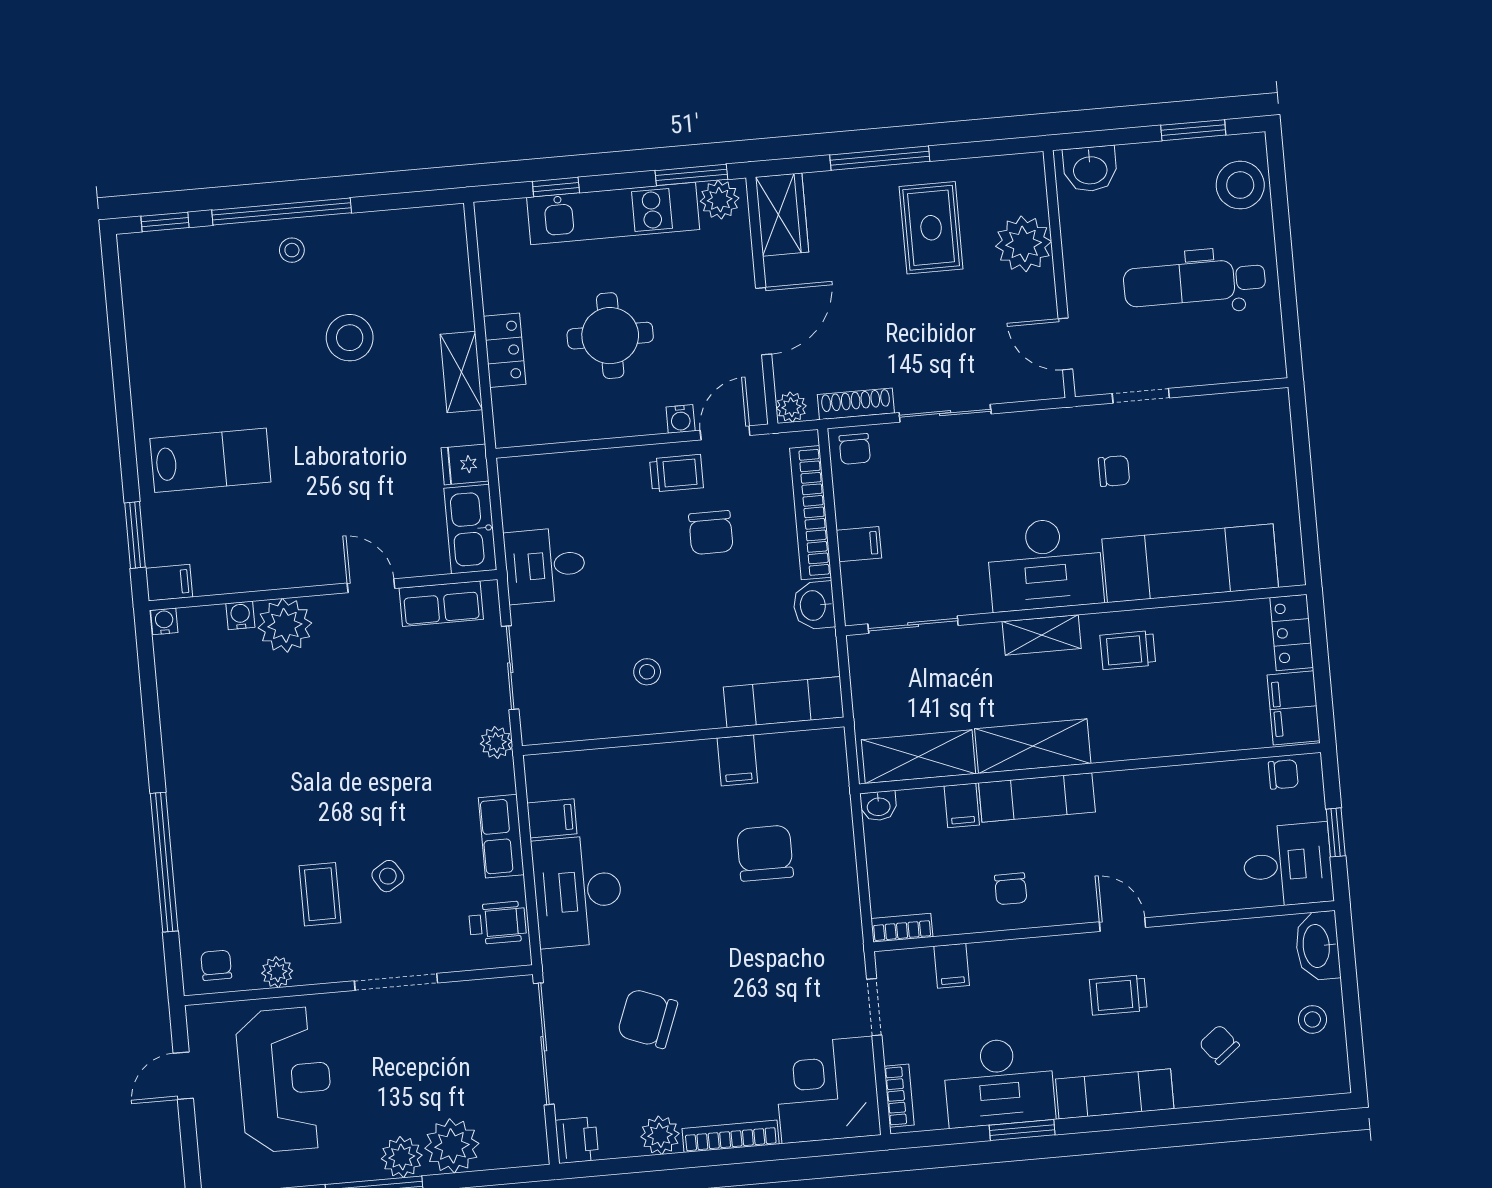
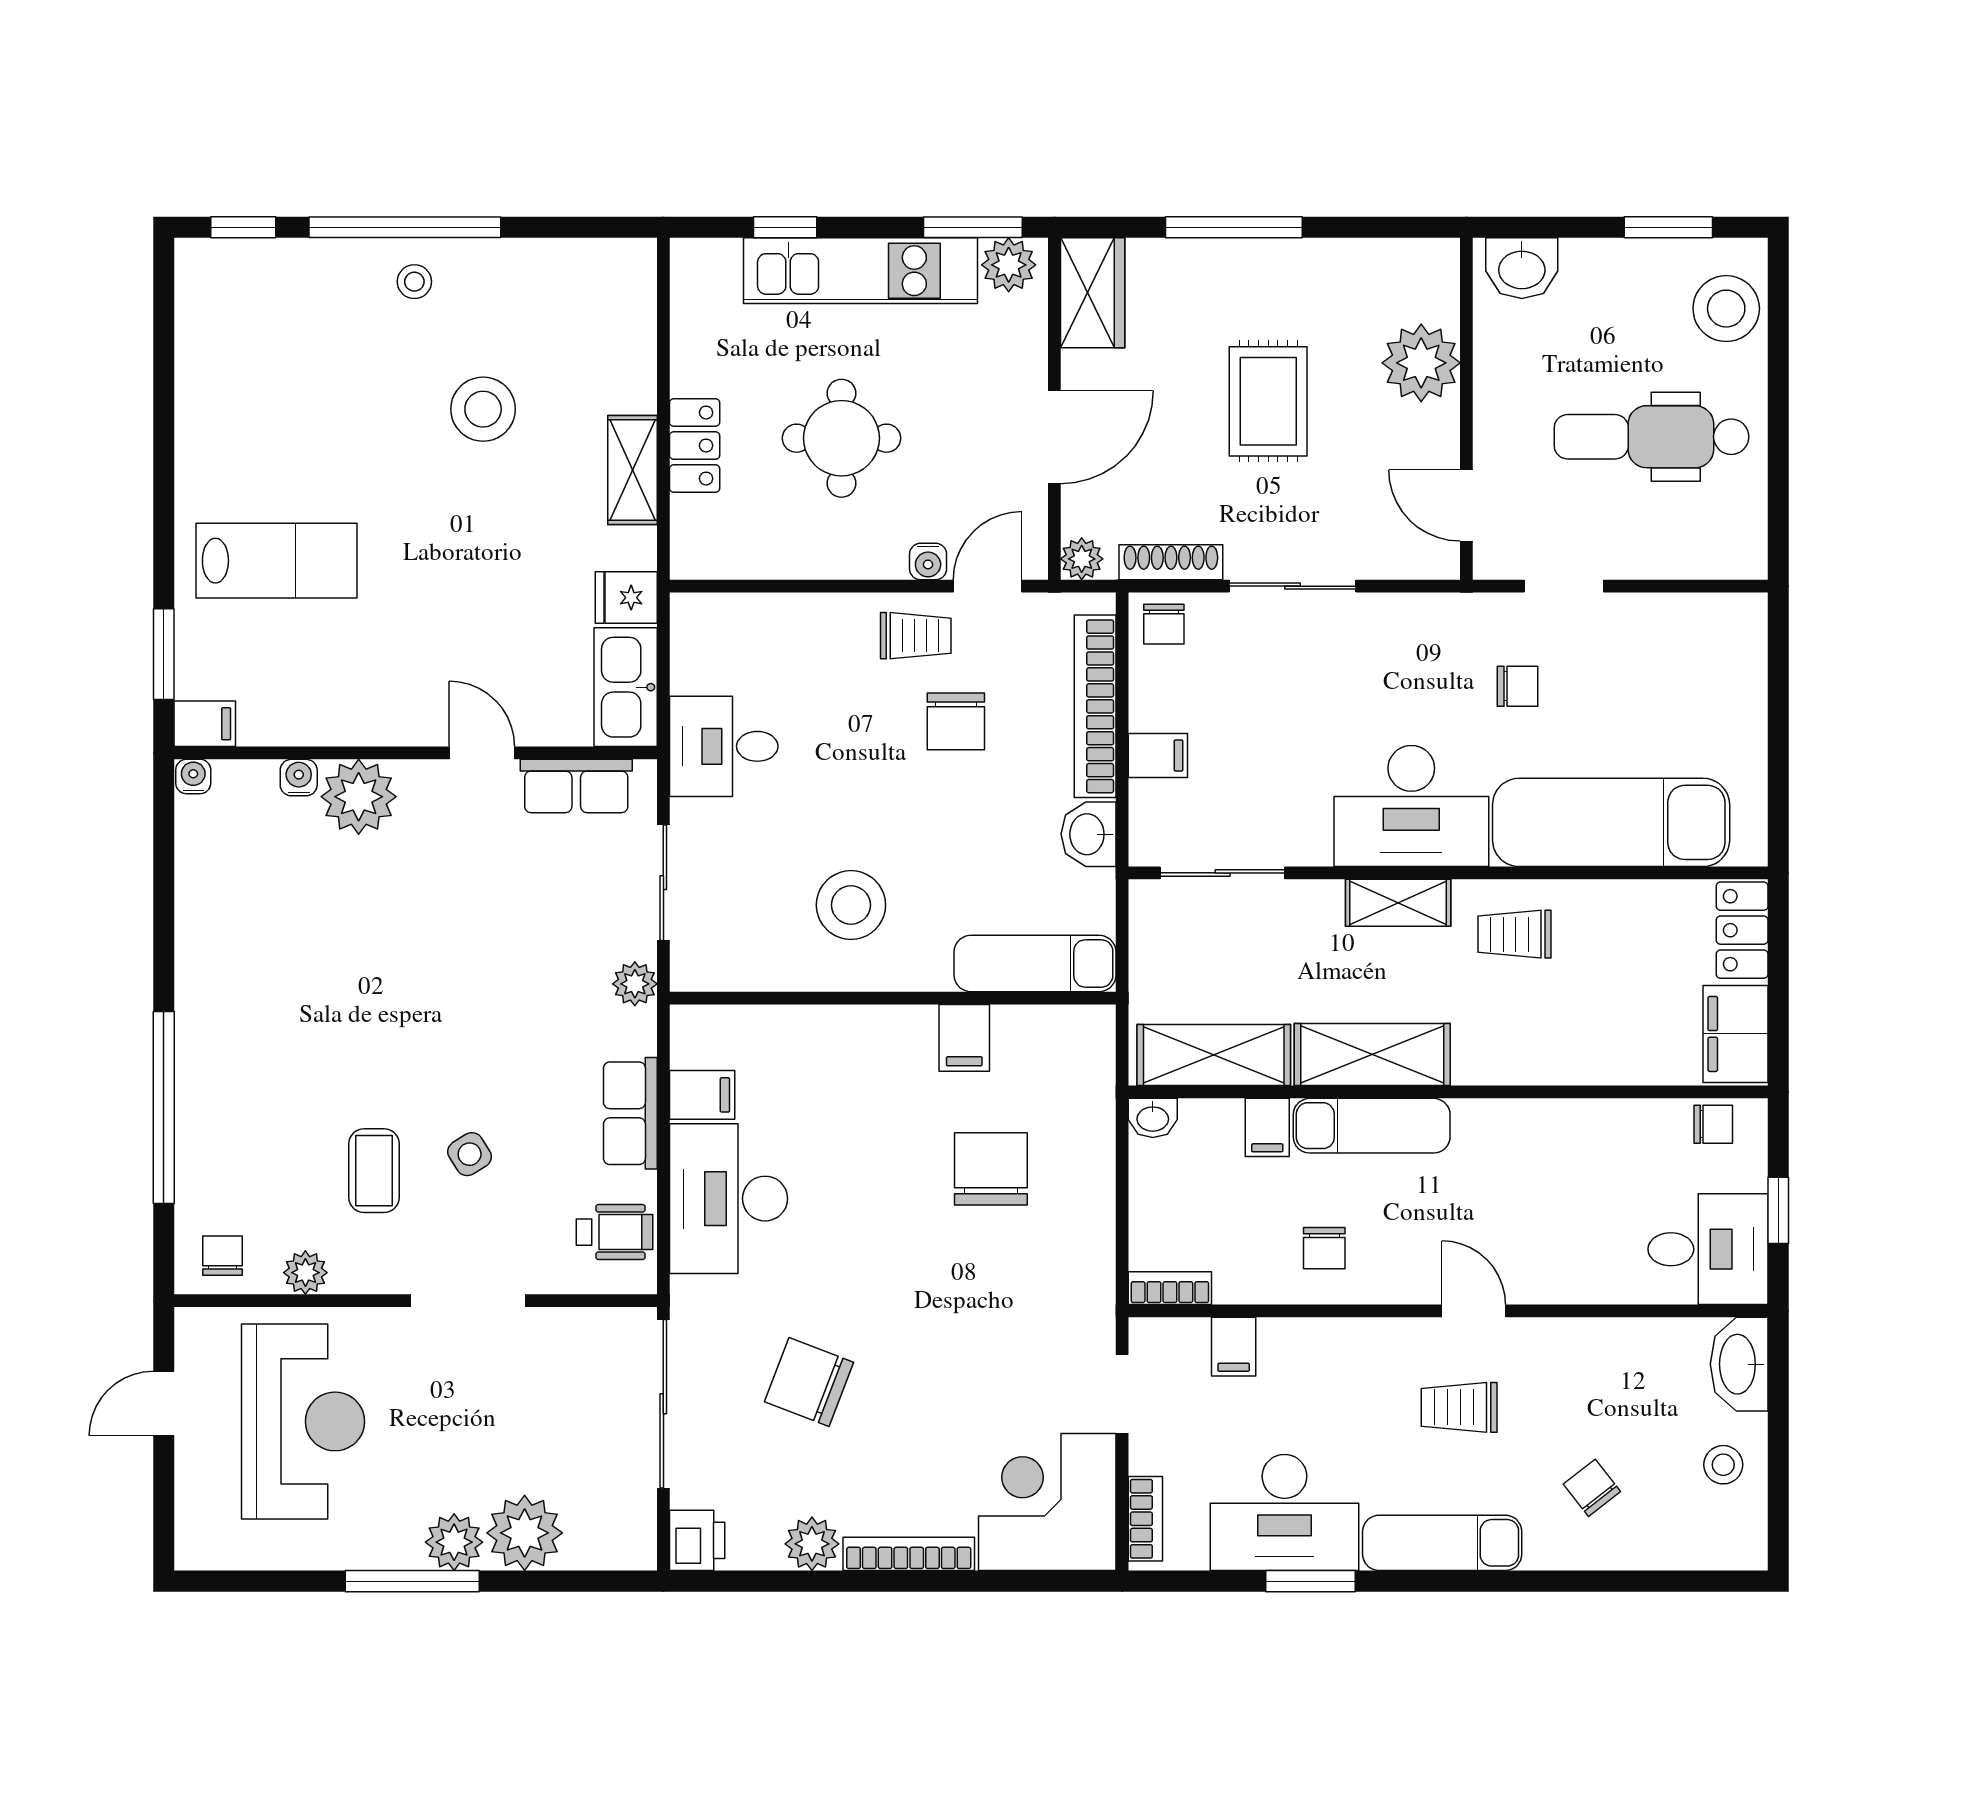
rug: (931, 228) -> (1268, 401), moved
stool: (647, 672) -> (851, 905), width x1.89, depth x1.89

